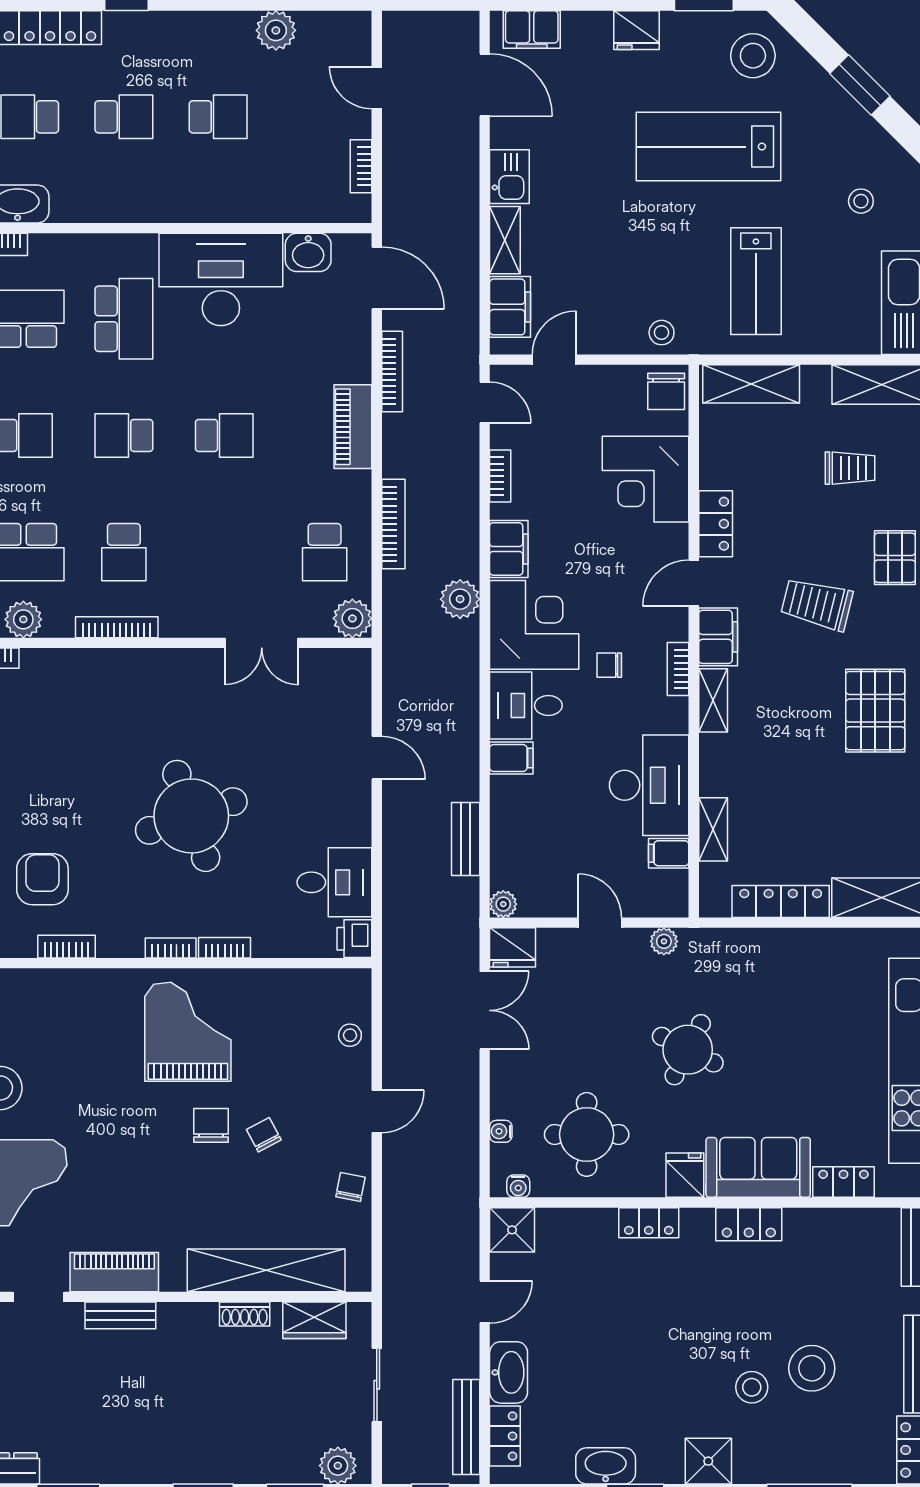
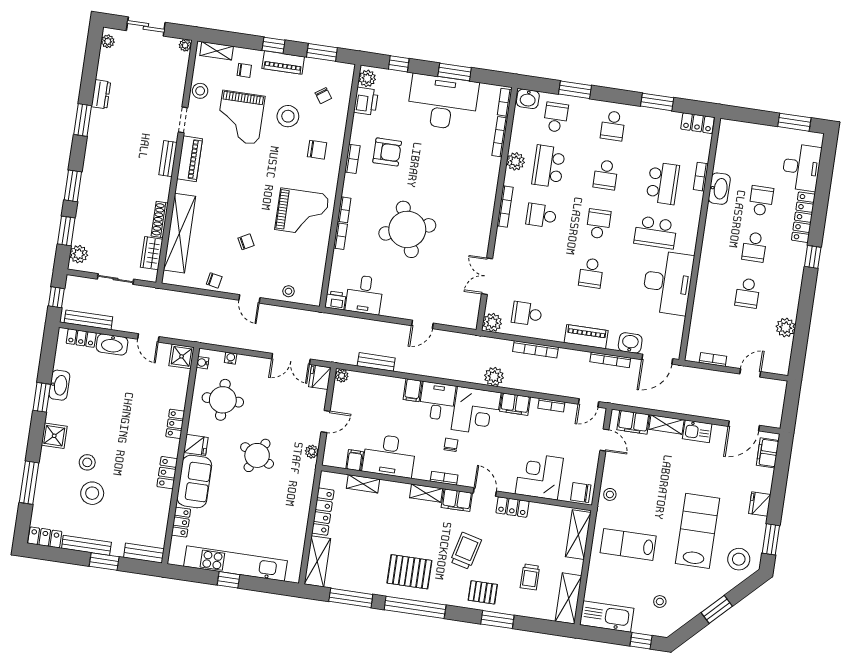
washbasin: (308, 252) -> (630, 343), moved, turned 90
chair: (211, 1125) -> (317, 150), moved
shoe rack: (245, 1314) -> (160, 220), width x1.43

